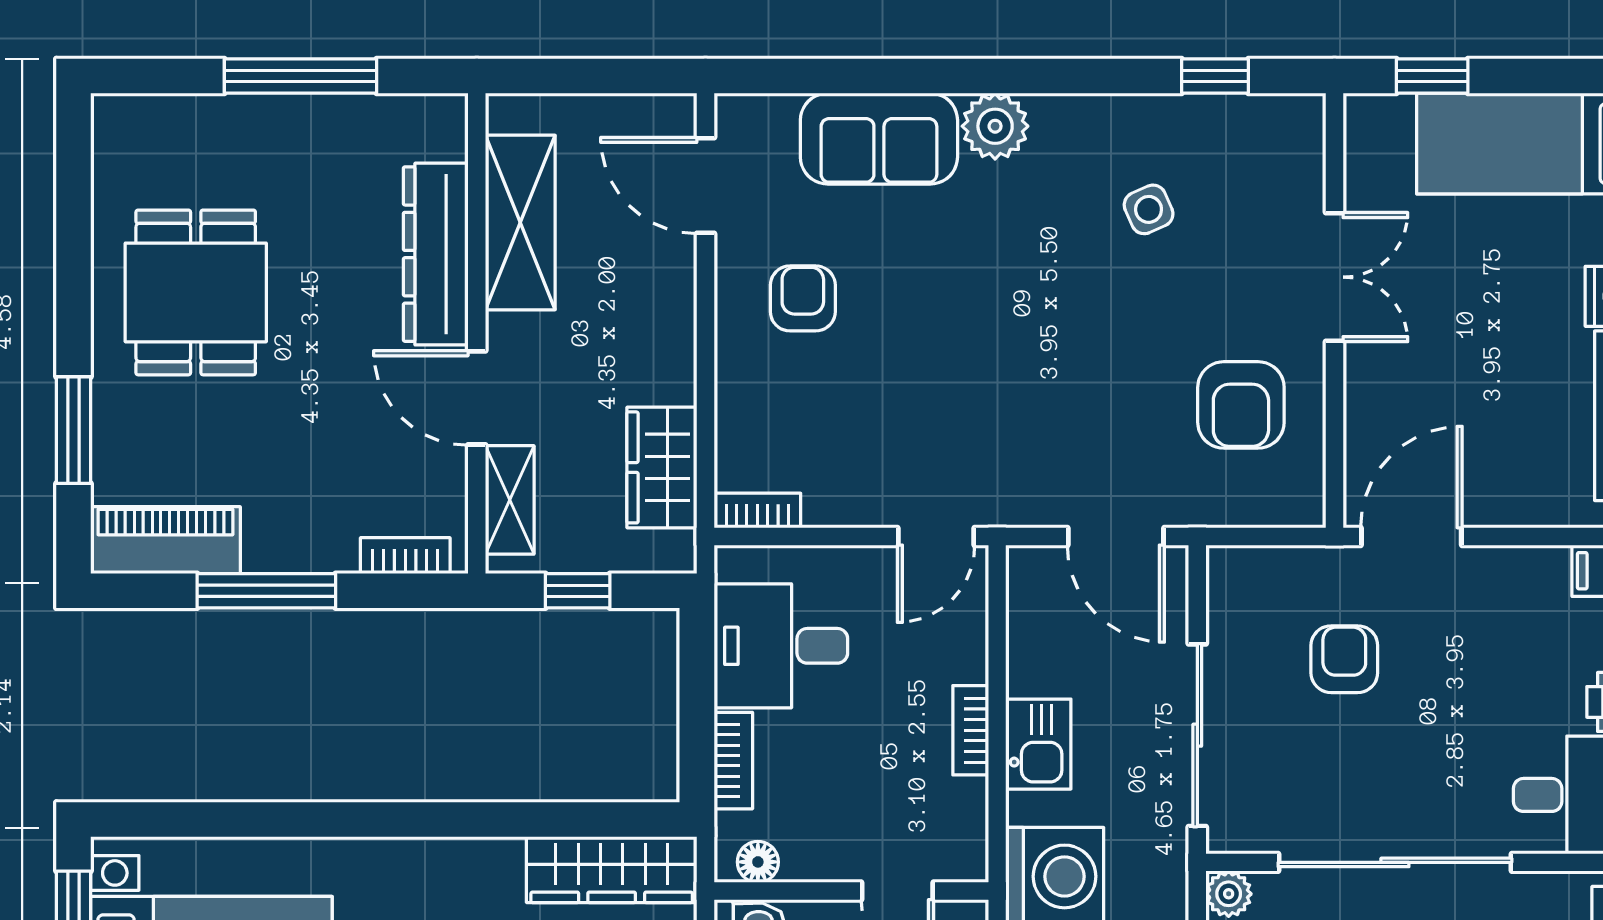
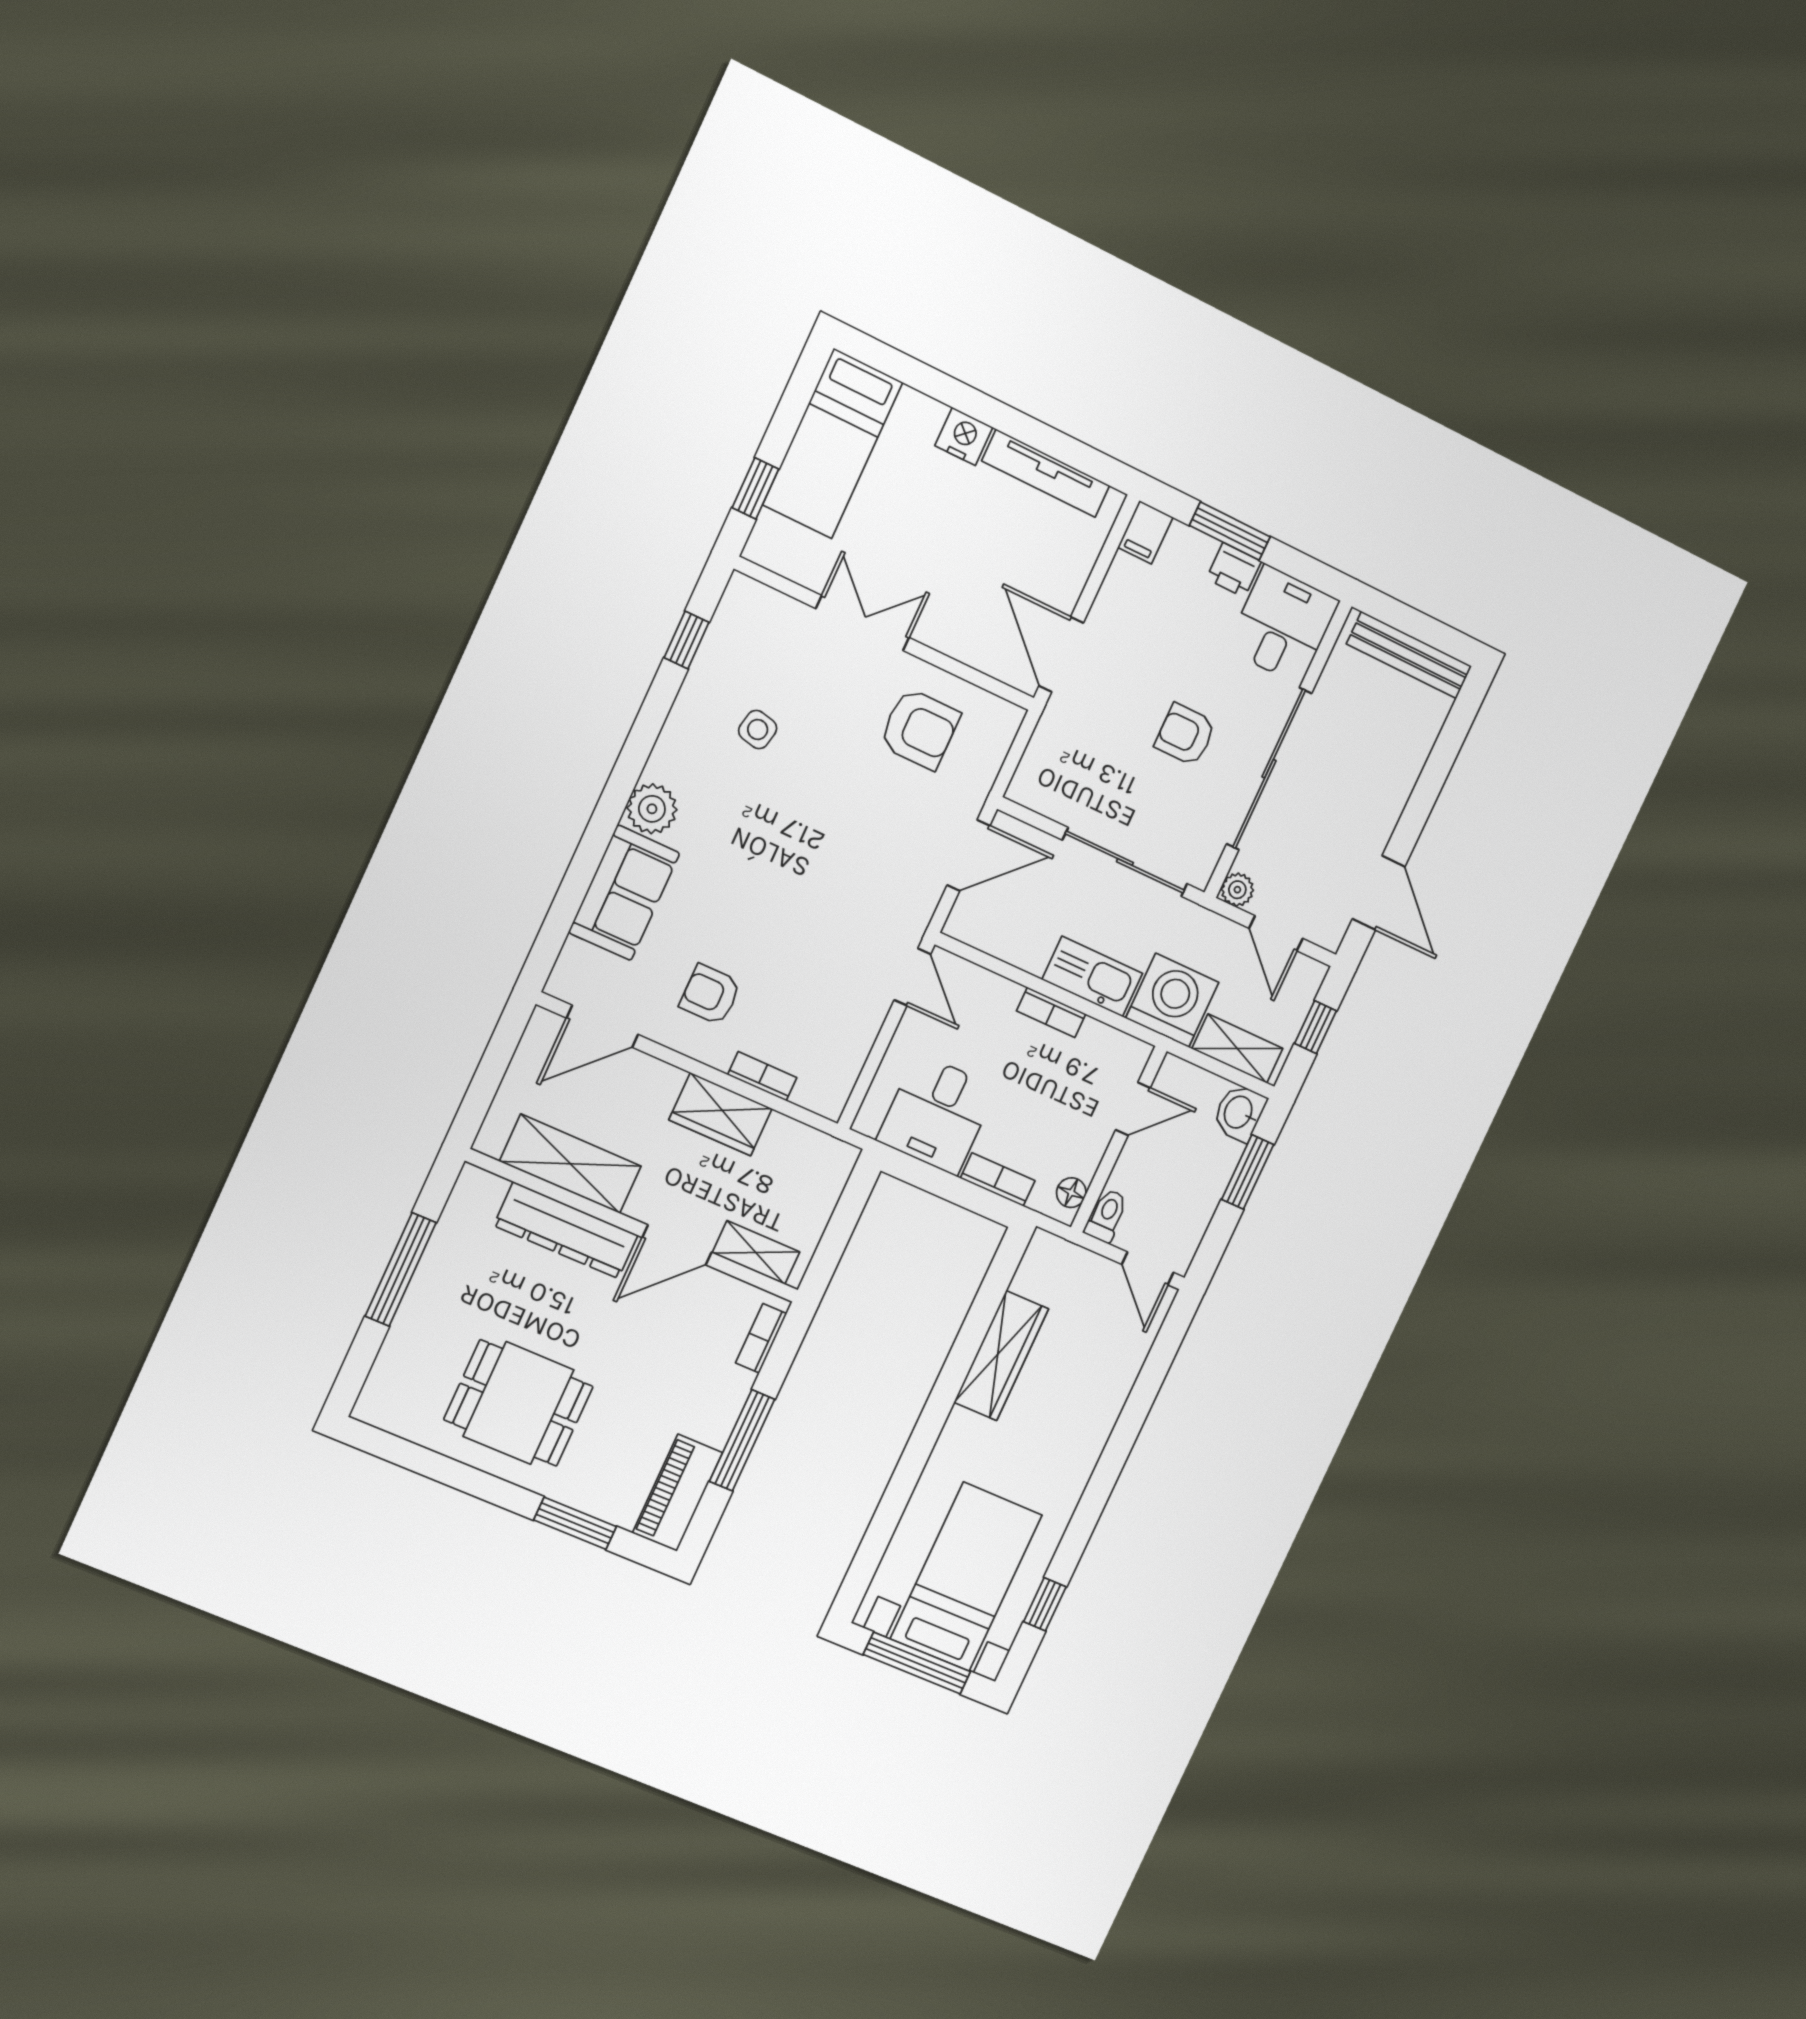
side table: (1149, 209) -> (758, 730), turned 36
wardrobe: (662, 467) -> (721, 1114), moved
bookcase: (757, 511) -> (762, 1076), moved, turned 90
window: (578, 591) -> (838, 1234), removed
armchair: (1344, 659) -> (1185, 735), moved
kitchen sink: (1038, 744) -> (1092, 976), width x1.38
wardrobe: (612, 870) -> (1001, 1356), moved

